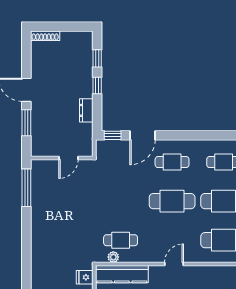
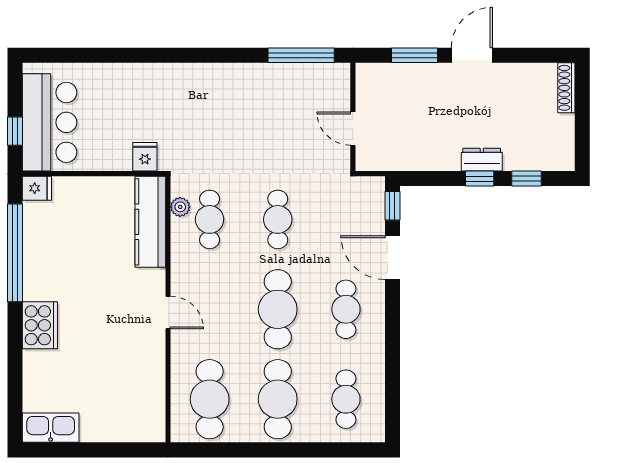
dresser: (86, 110) -> (482, 160), moved
cafe table: (121, 201) -> (278, 219), added

